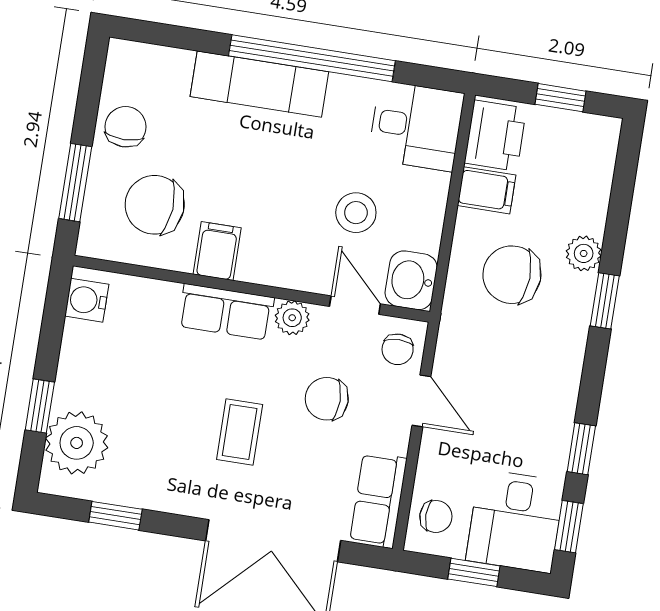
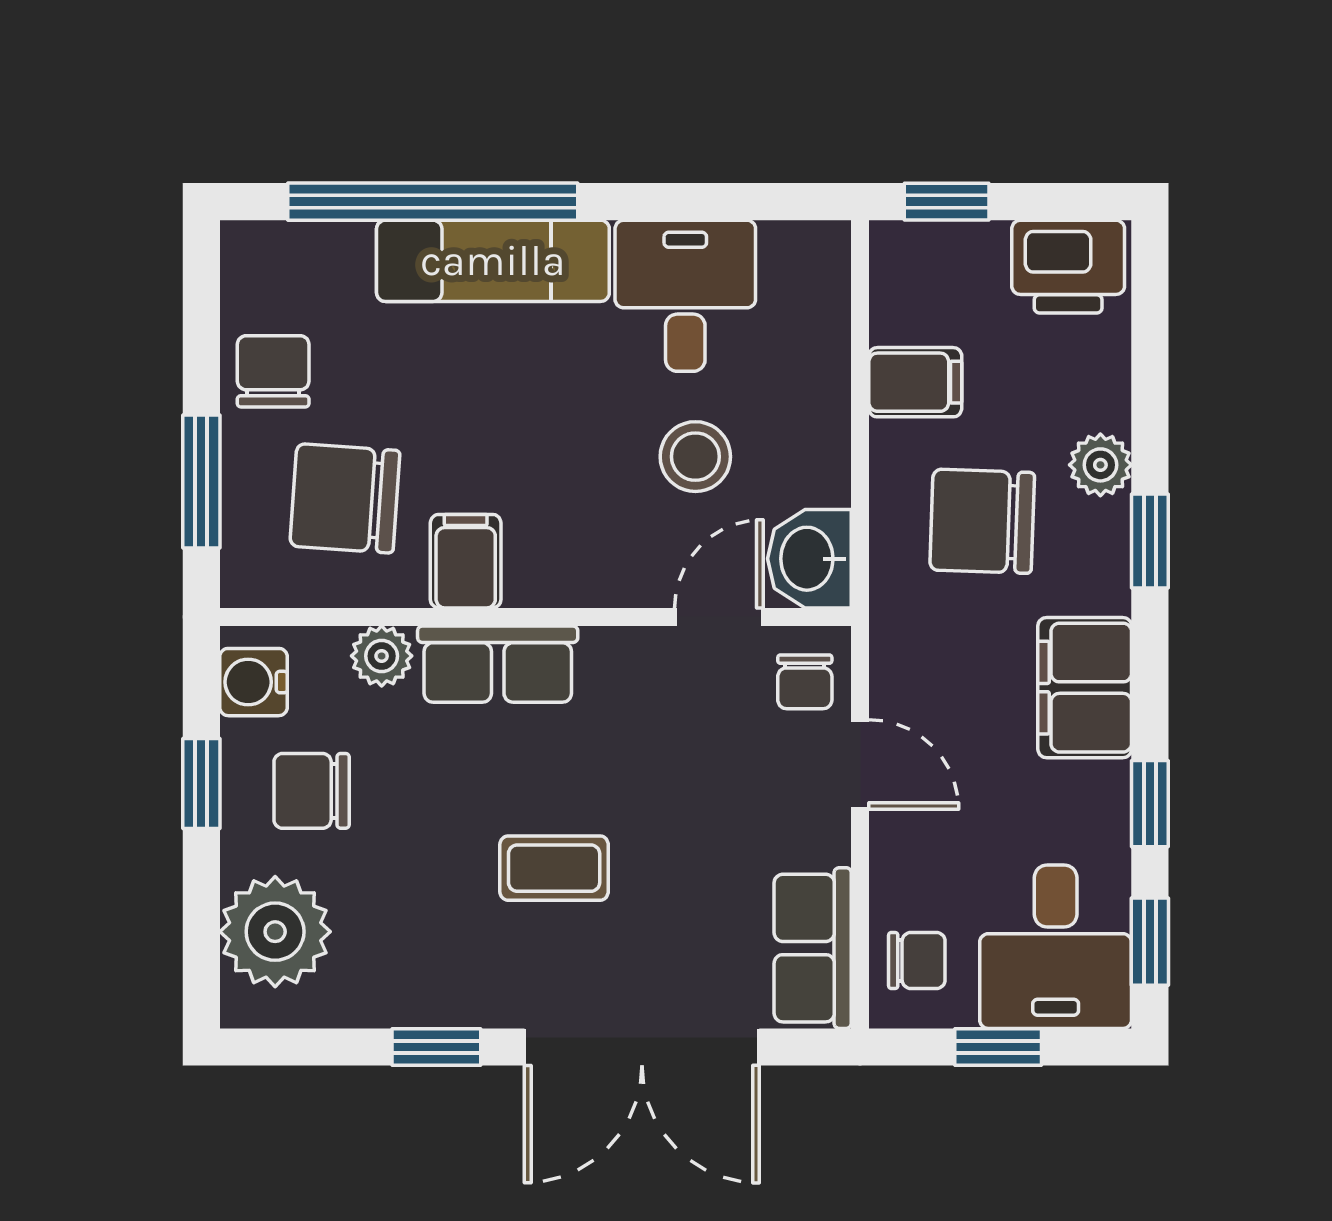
window: (312, 58) -> (433, 202), moved
window: (561, 98) -> (947, 202), moved
desk: (416, 126) -> (685, 296), moved, turned -90
printer: (495, 136) -> (1068, 267), moved, turned 90
door: (355, 305) -> (719, 617), hinge flipped
plant: (292, 318) -> (382, 656), moved
filing cabinet: (555, 378) -> (1085, 688), added
chair: (327, 399) -> (312, 791), moved
window: (40, 406) -> (201, 783), moved
coffee table: (240, 432) -> (554, 868), turned 90
window: (115, 516) -> (436, 1047), moved

